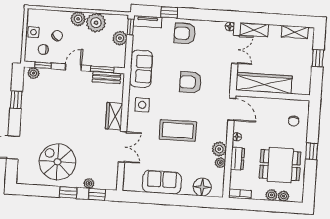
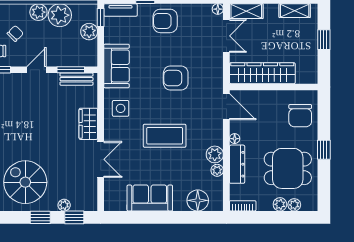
chair: (294, 121) -> (300, 116), width x1.87, depth x1.87
dresser: (237, 159) -> (237, 164), width x1.44

